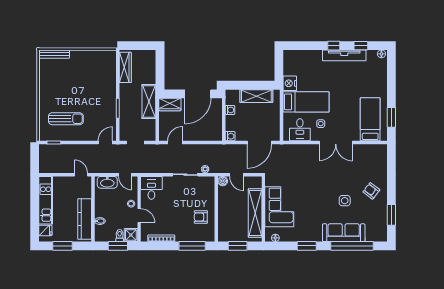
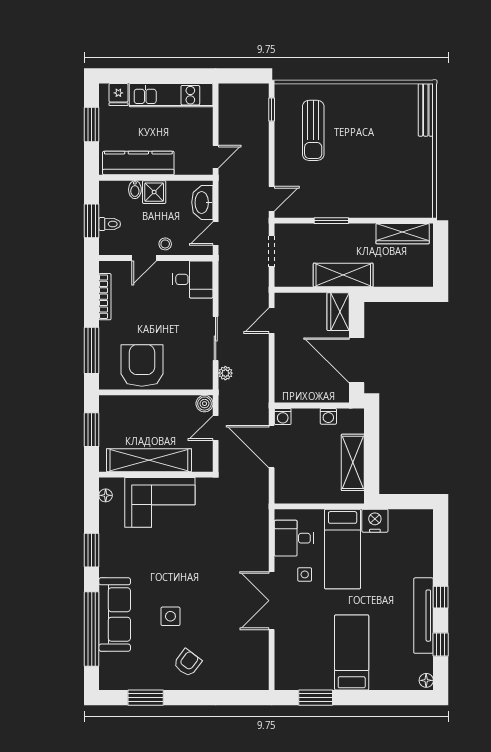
bed: (370, 119) -> (352, 653), moved, turned -90
door: (105, 143) -> (272, 199), hinge flipped
door: (175, 143) -> (272, 321), swing flipped
door: (259, 143) -> (272, 447), moved
armchair: (201, 217) -> (142, 365), width x1.88, depth x1.88
shower: (131, 235) -> (154, 192), moved

